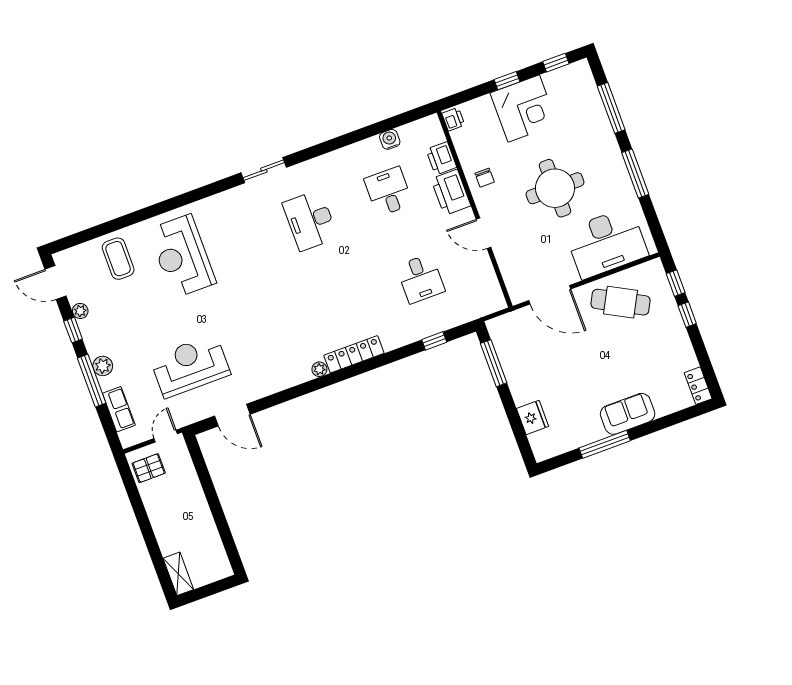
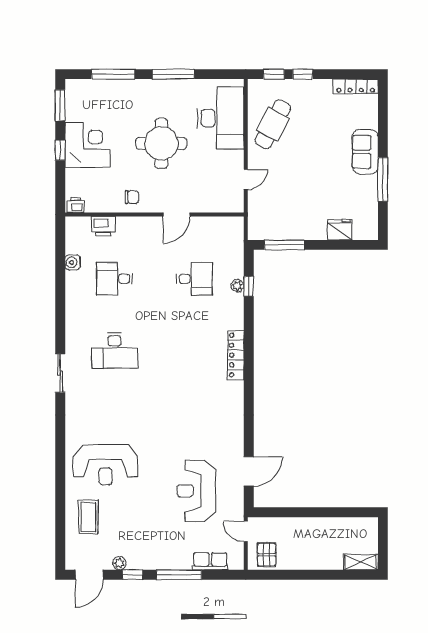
window: (556, 63) -> (60, 105), width x1.50
printer: (451, 192) -> (134, 229), removed
coffee table: (118, 259) -> (88, 517), turned 90
door: (550, 295) -> (246, 179), width x0.53
plant: (103, 366) -> (170, 561), removed
plant: (319, 369) -> (237, 286), moved
locker: (698, 386) -> (356, 86), width x1.53

